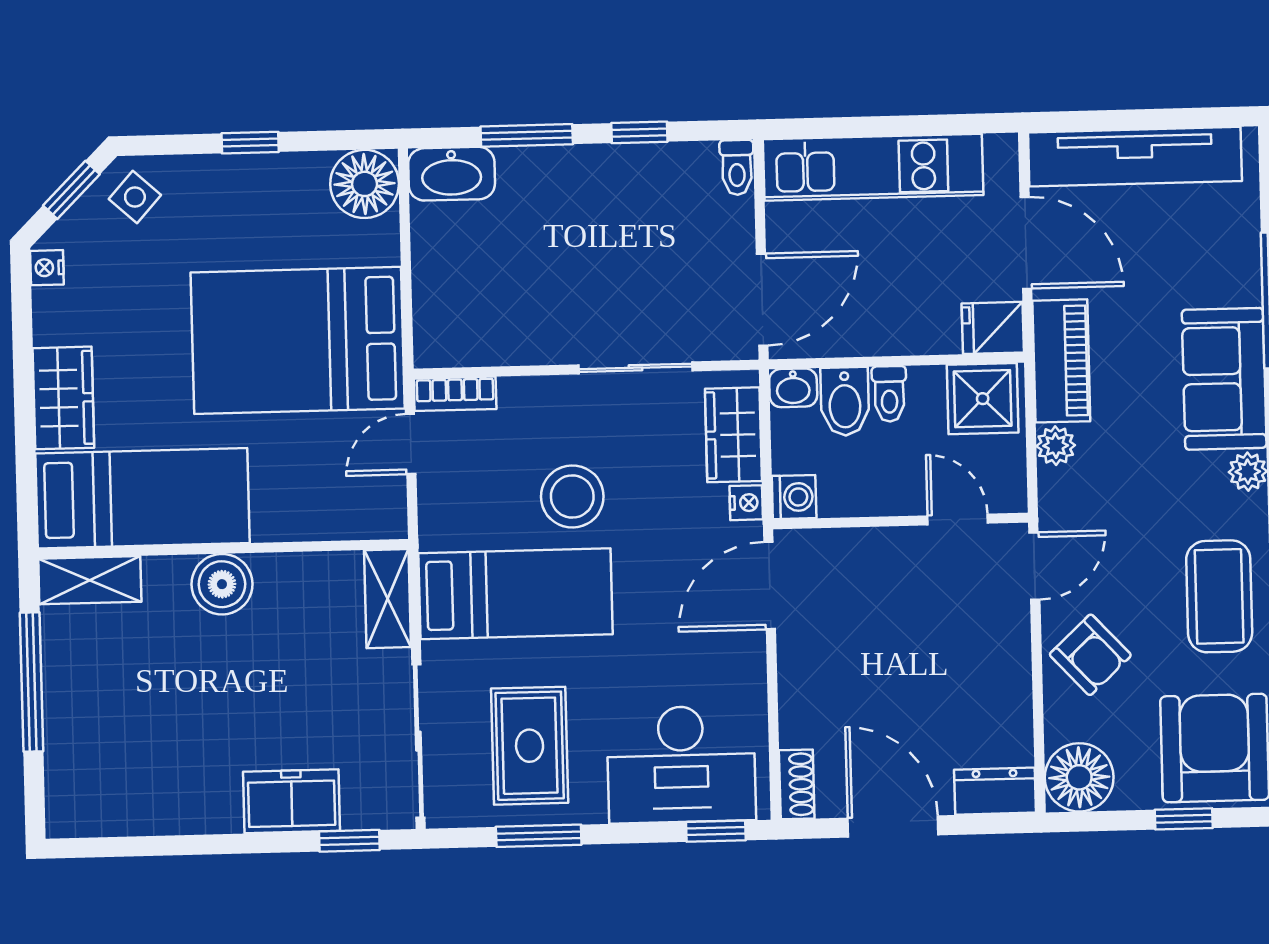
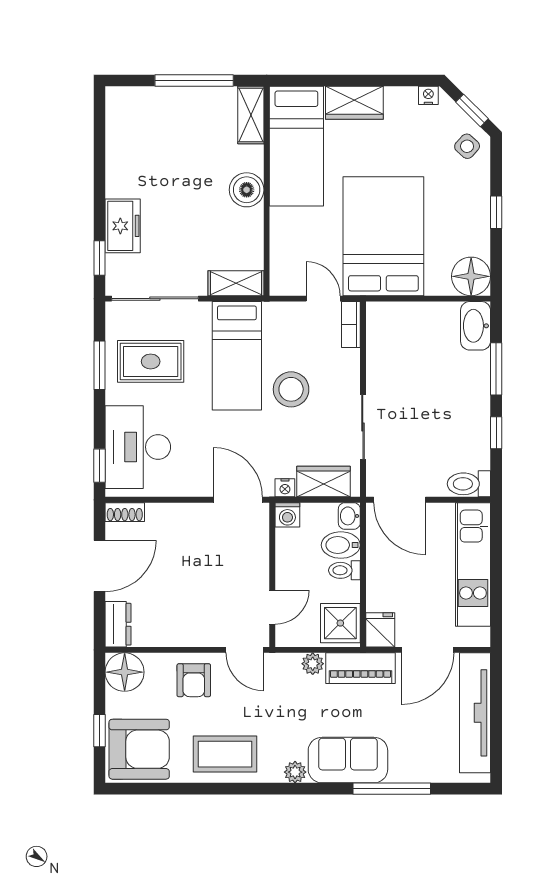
toilet: (737, 167) -> (469, 484), width x1.37, depth x1.39
armchair: (1090, 655) -> (194, 680), turned -47

